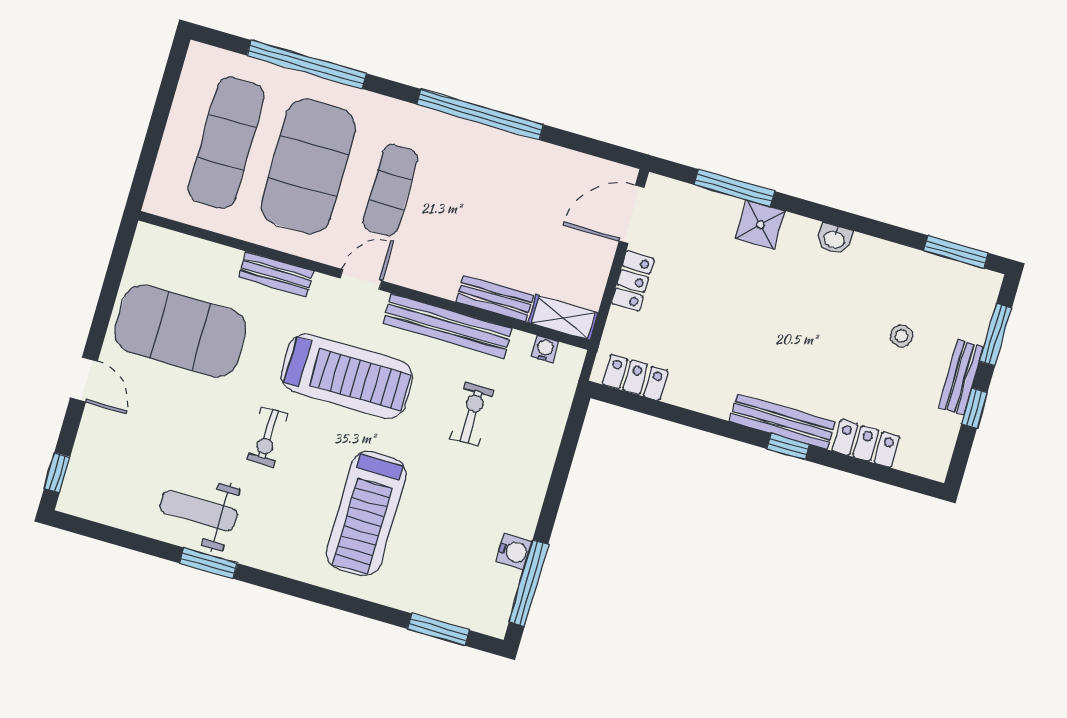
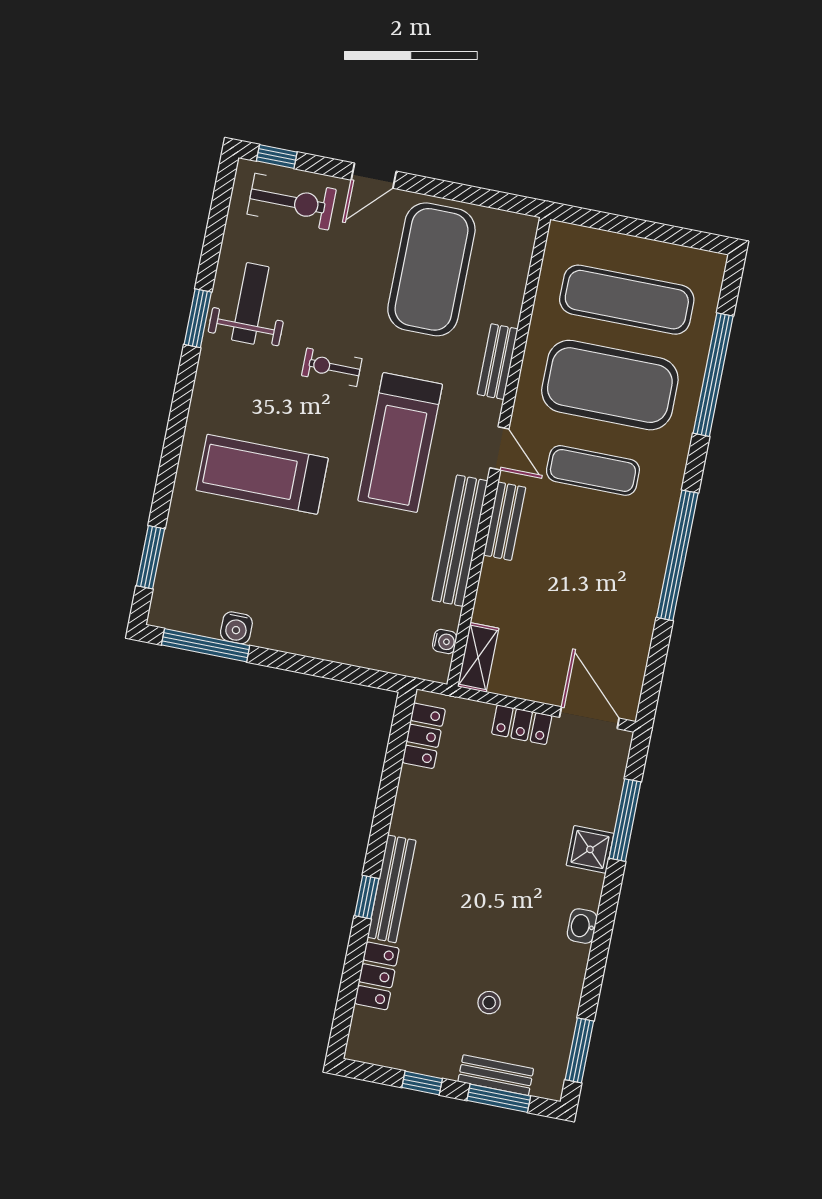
bench: (495, 298) -> (505, 521), moved
bench: (961, 377) -> (496, 1075), moved
exercise bike: (472, 414) -> (292, 202), moved, width x1.38, depth x1.39

